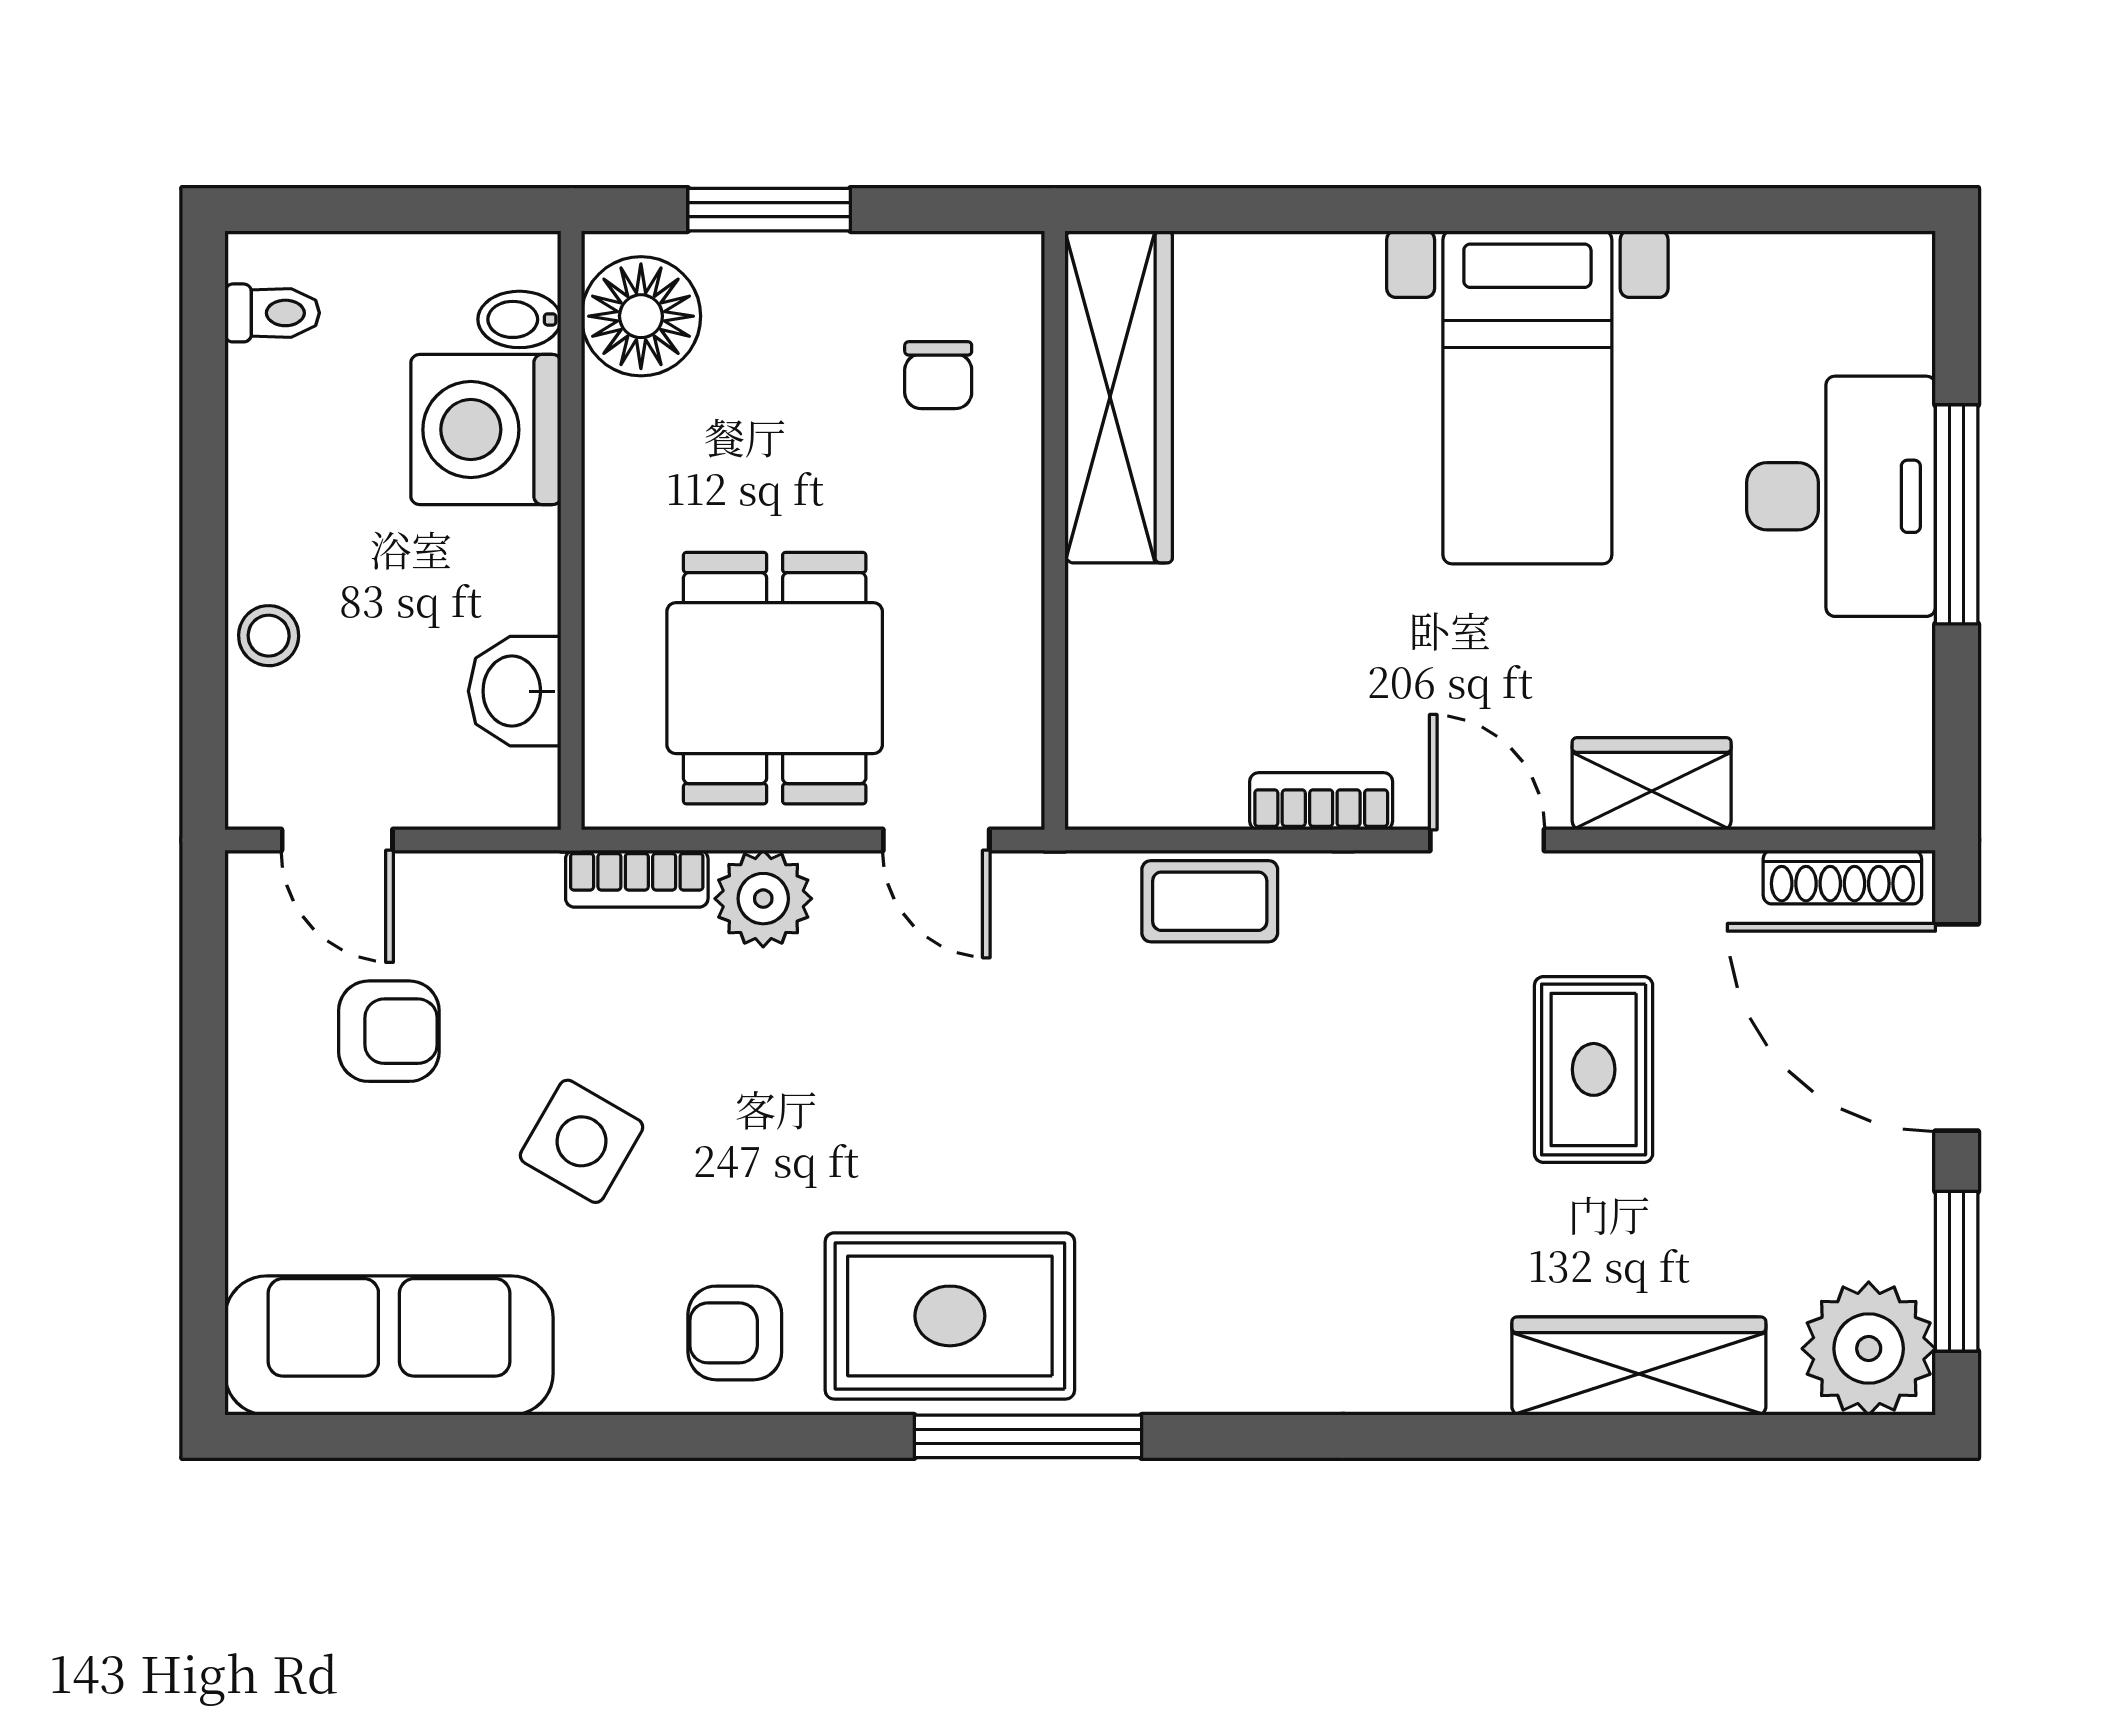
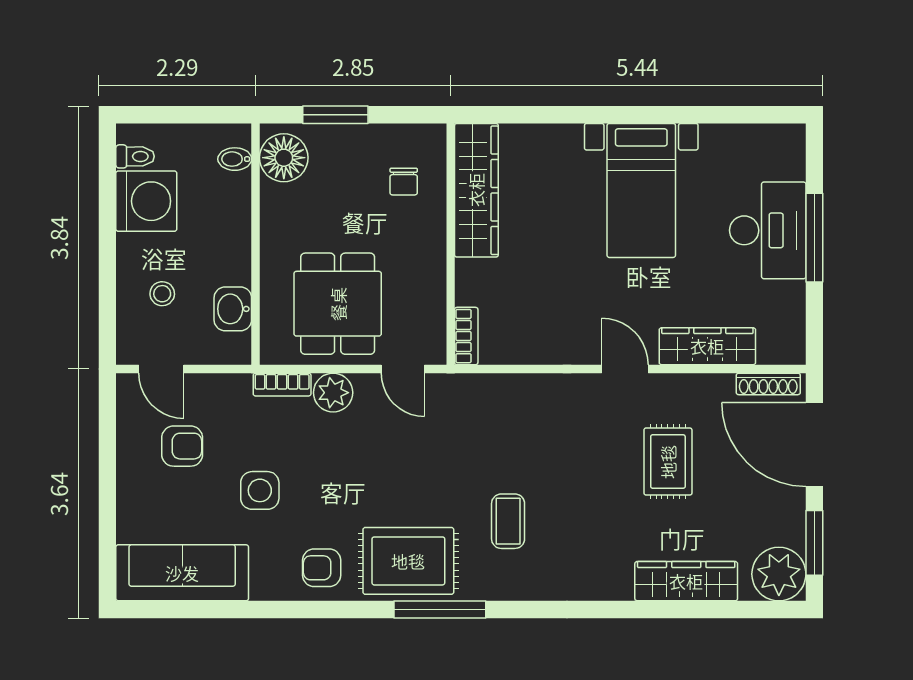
washing machine: (486, 430) -> (146, 201), moved, turned 180
stool: (269, 636) -> (162, 294), moved
wardrobe: (1652, 784) -> (707, 346), width x1.50
bookcase: (1321, 801) -> (466, 336), moved, turned 90
coffee table: (1210, 901) -> (508, 521), moved, turned 90
side table: (582, 1141) -> (260, 490), turned -30

